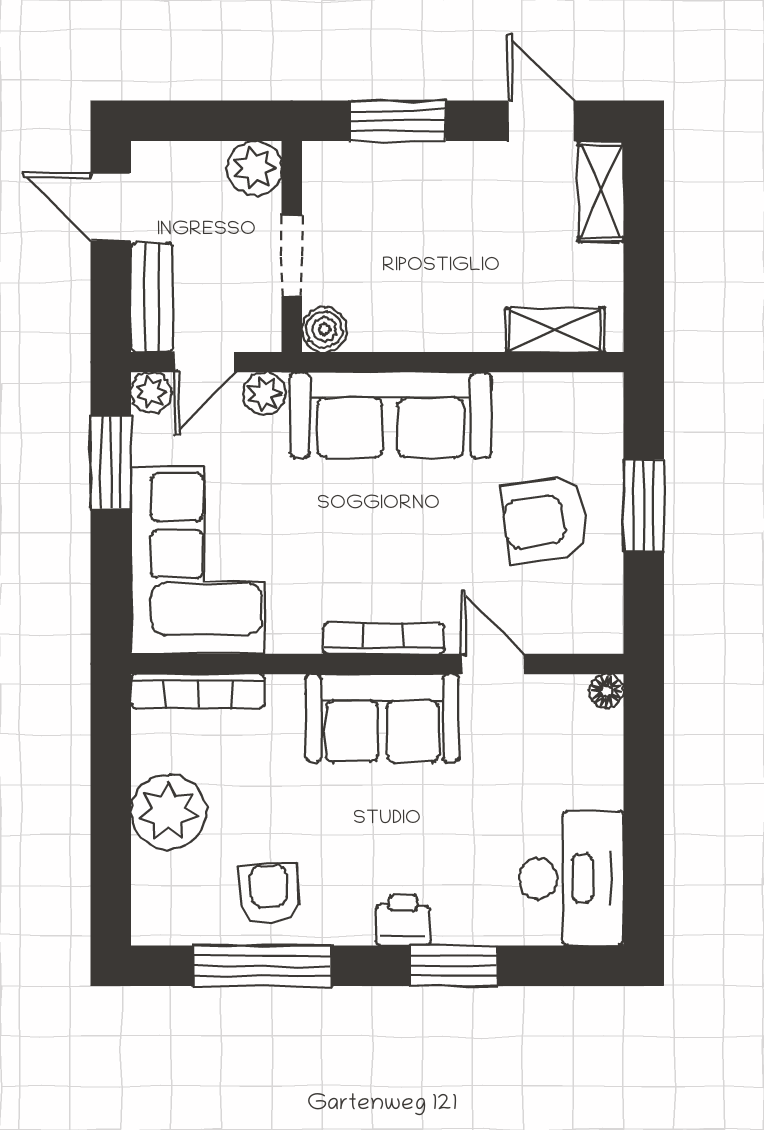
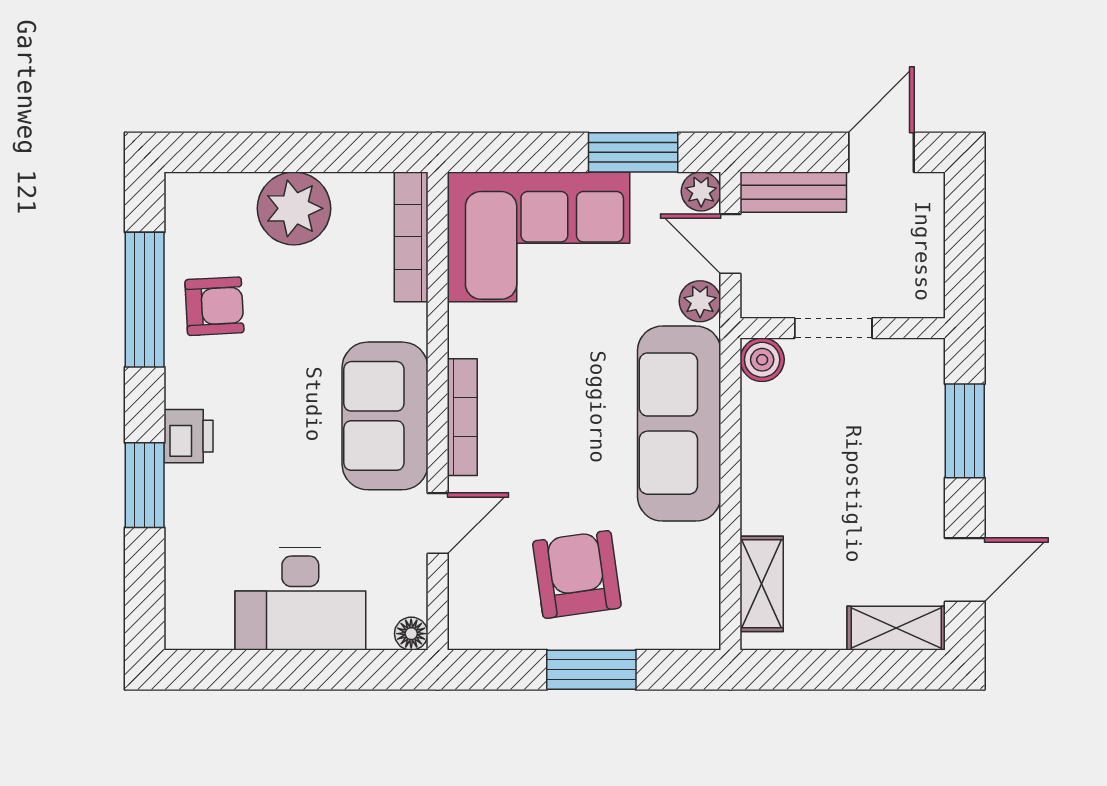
plant: (255, 168) -> (919, 292), removed
desk: (571, 878) -> (300, 599), moved

